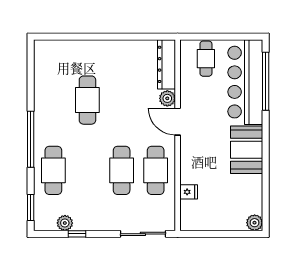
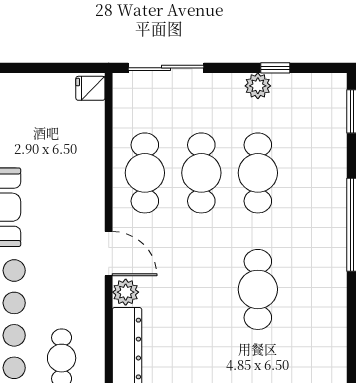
cafe table: (53, 170) -> (258, 173), moved
fridge: (189, 192) -> (90, 88), moved
plant: (65, 223) -> (258, 86), moved

